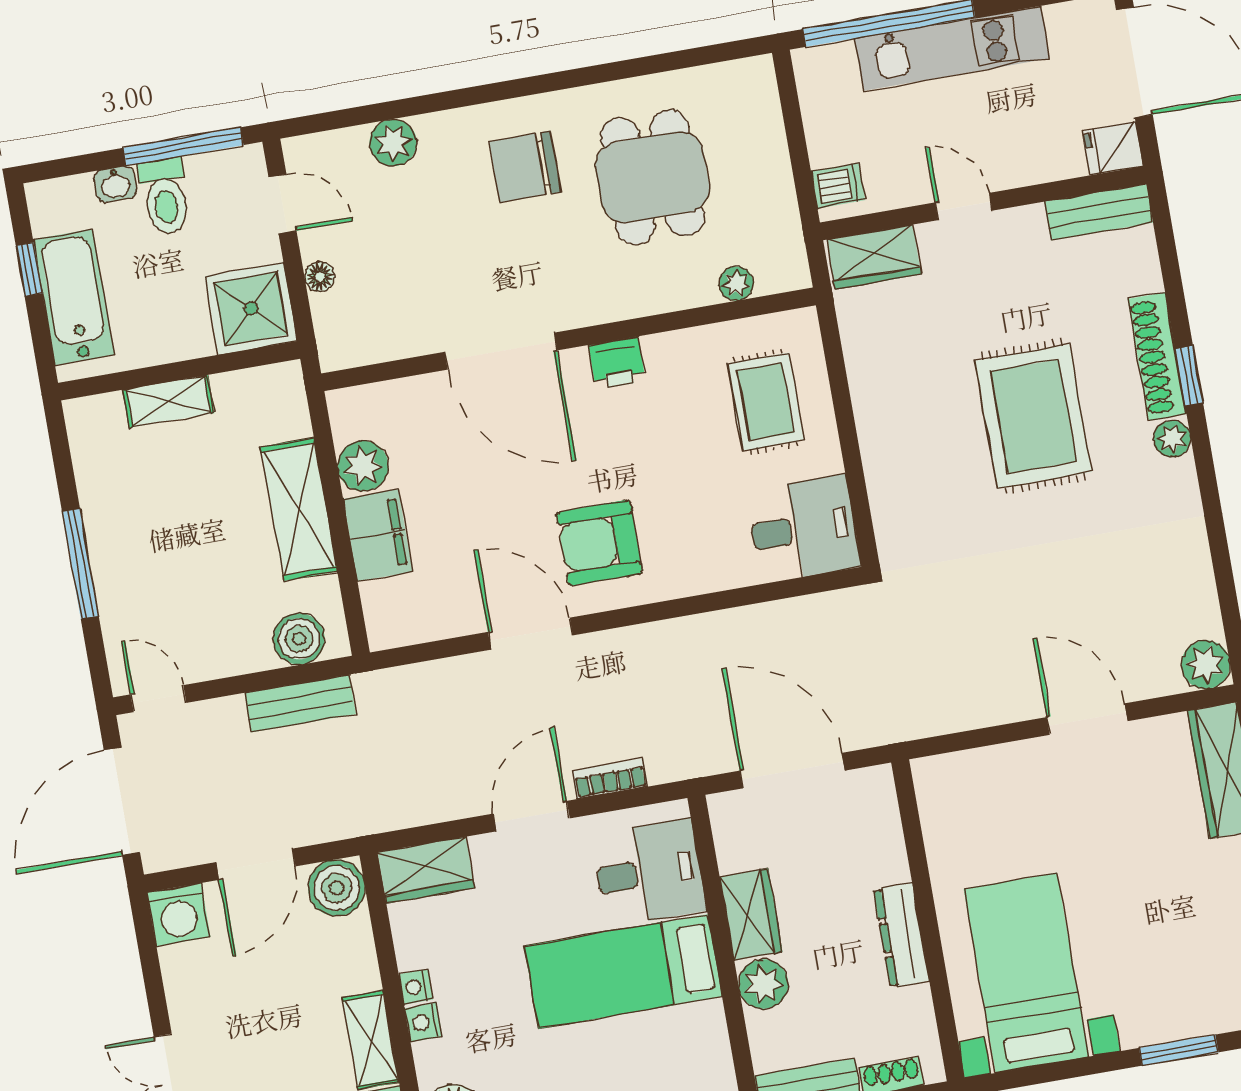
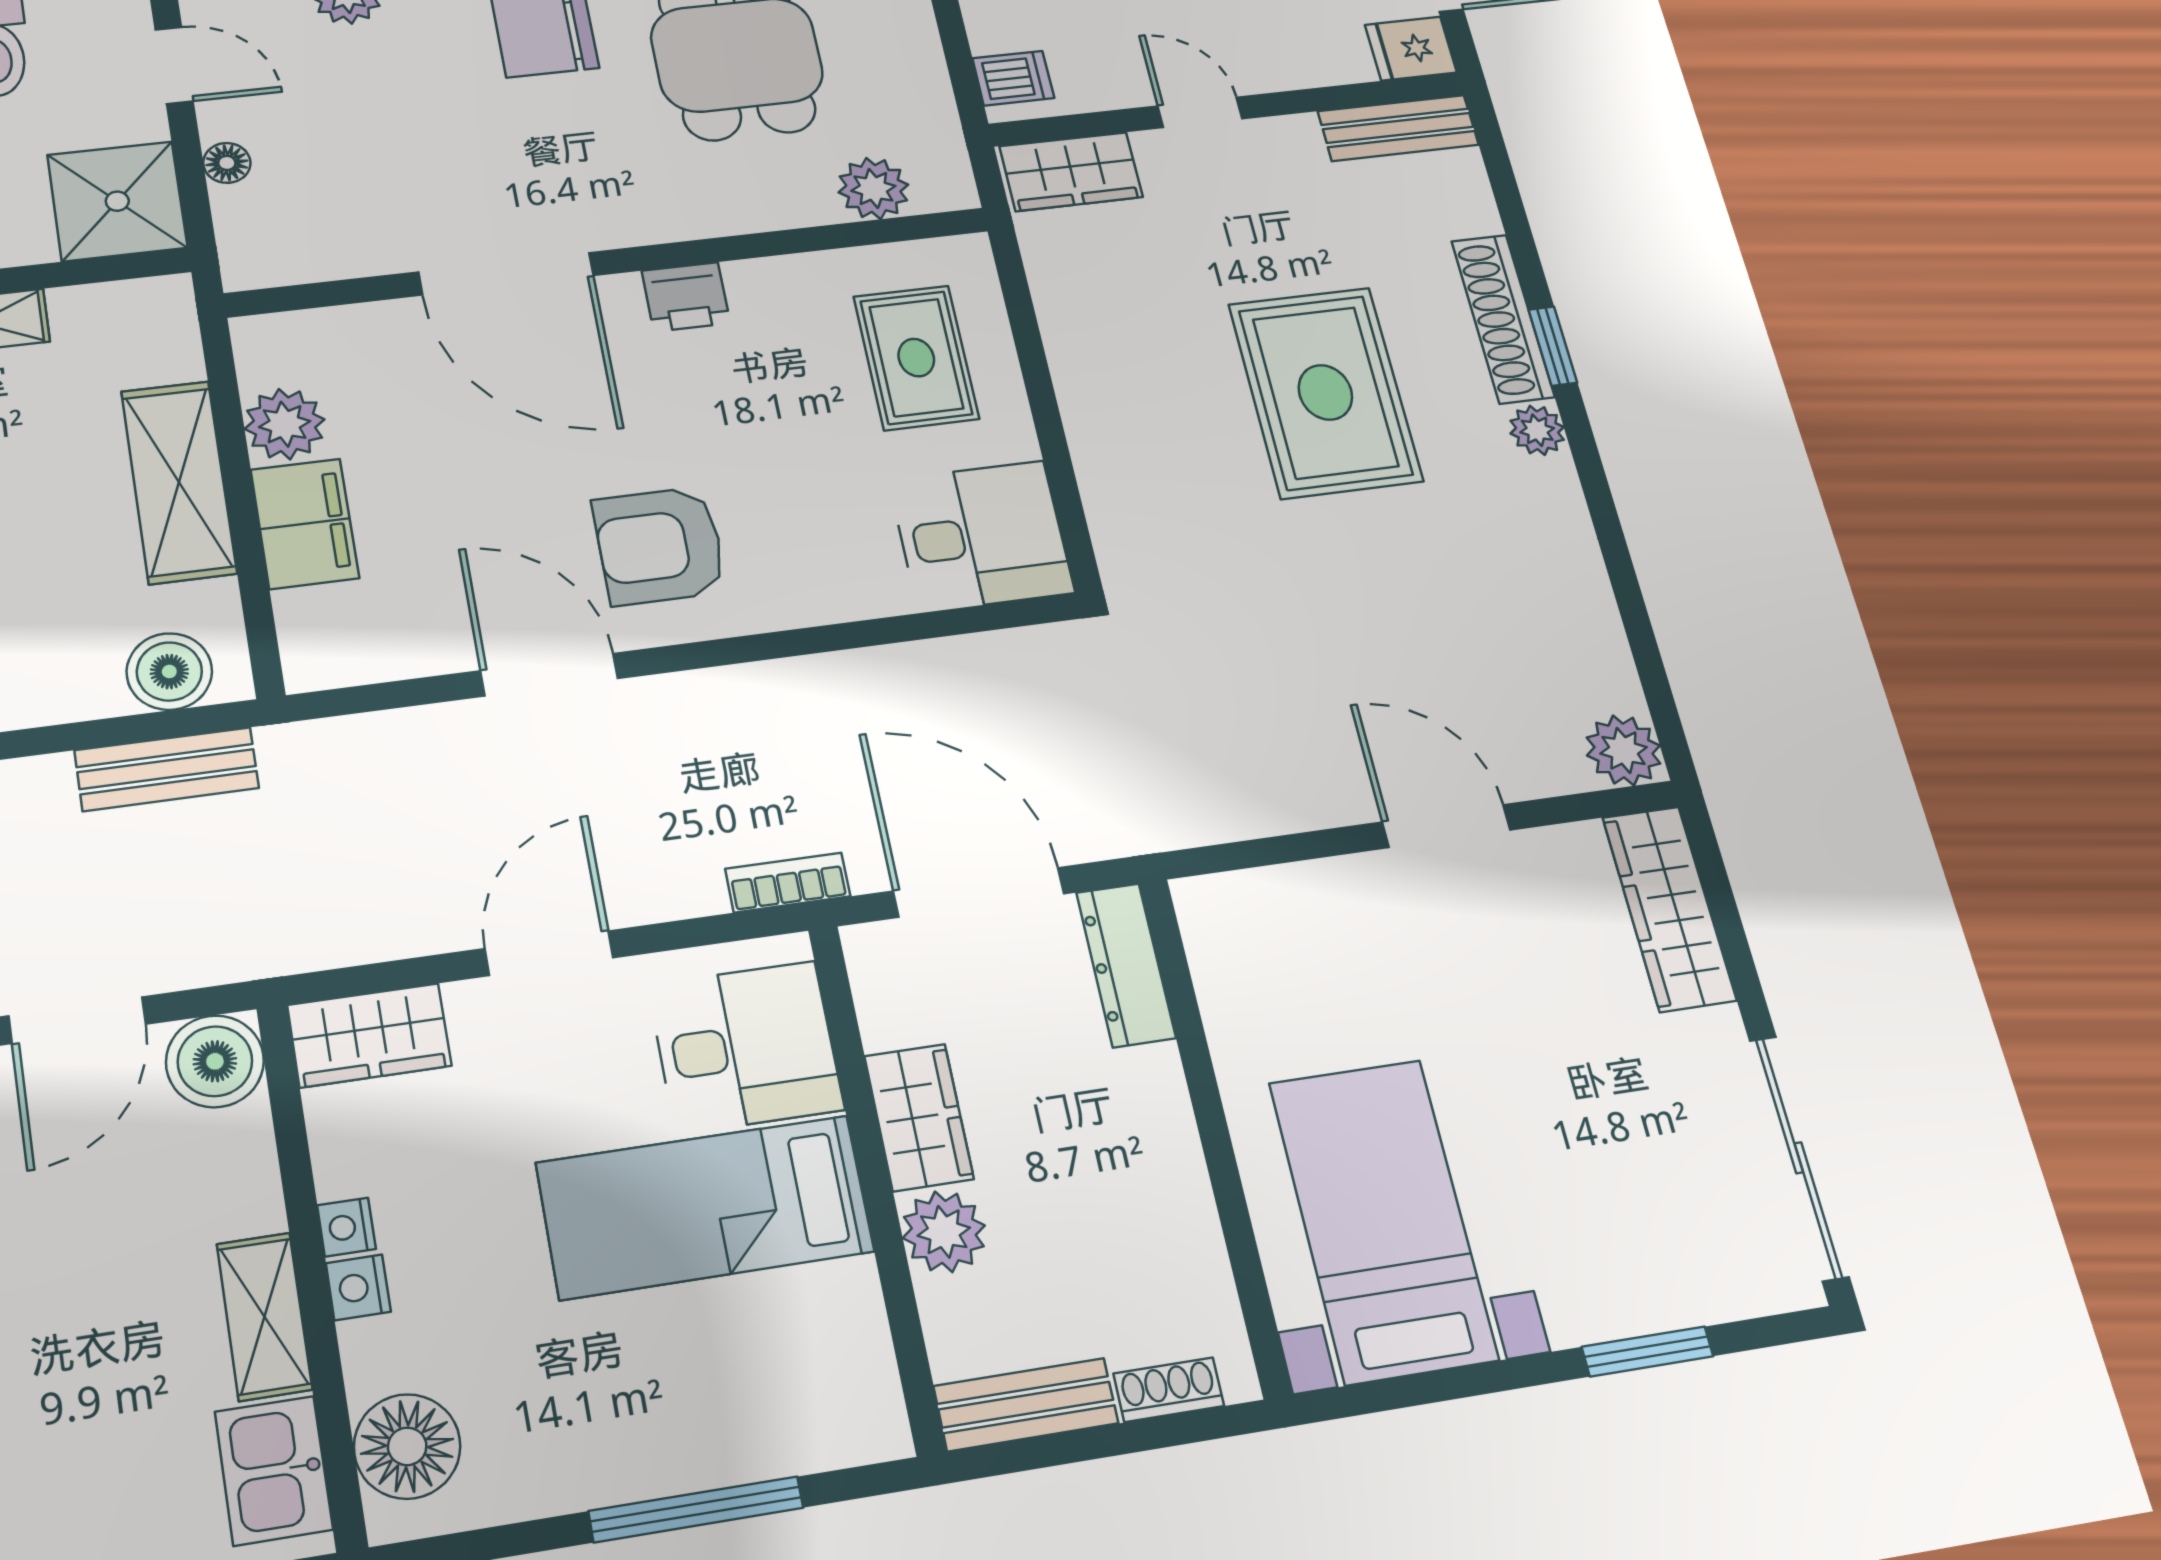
plant: (736, 284) -> (873, 188), width x1.38, depth x1.38
bookcase: (610, 779) -> (788, 883), moved
dresser: (901, 935) -> (1126, 965), moved

